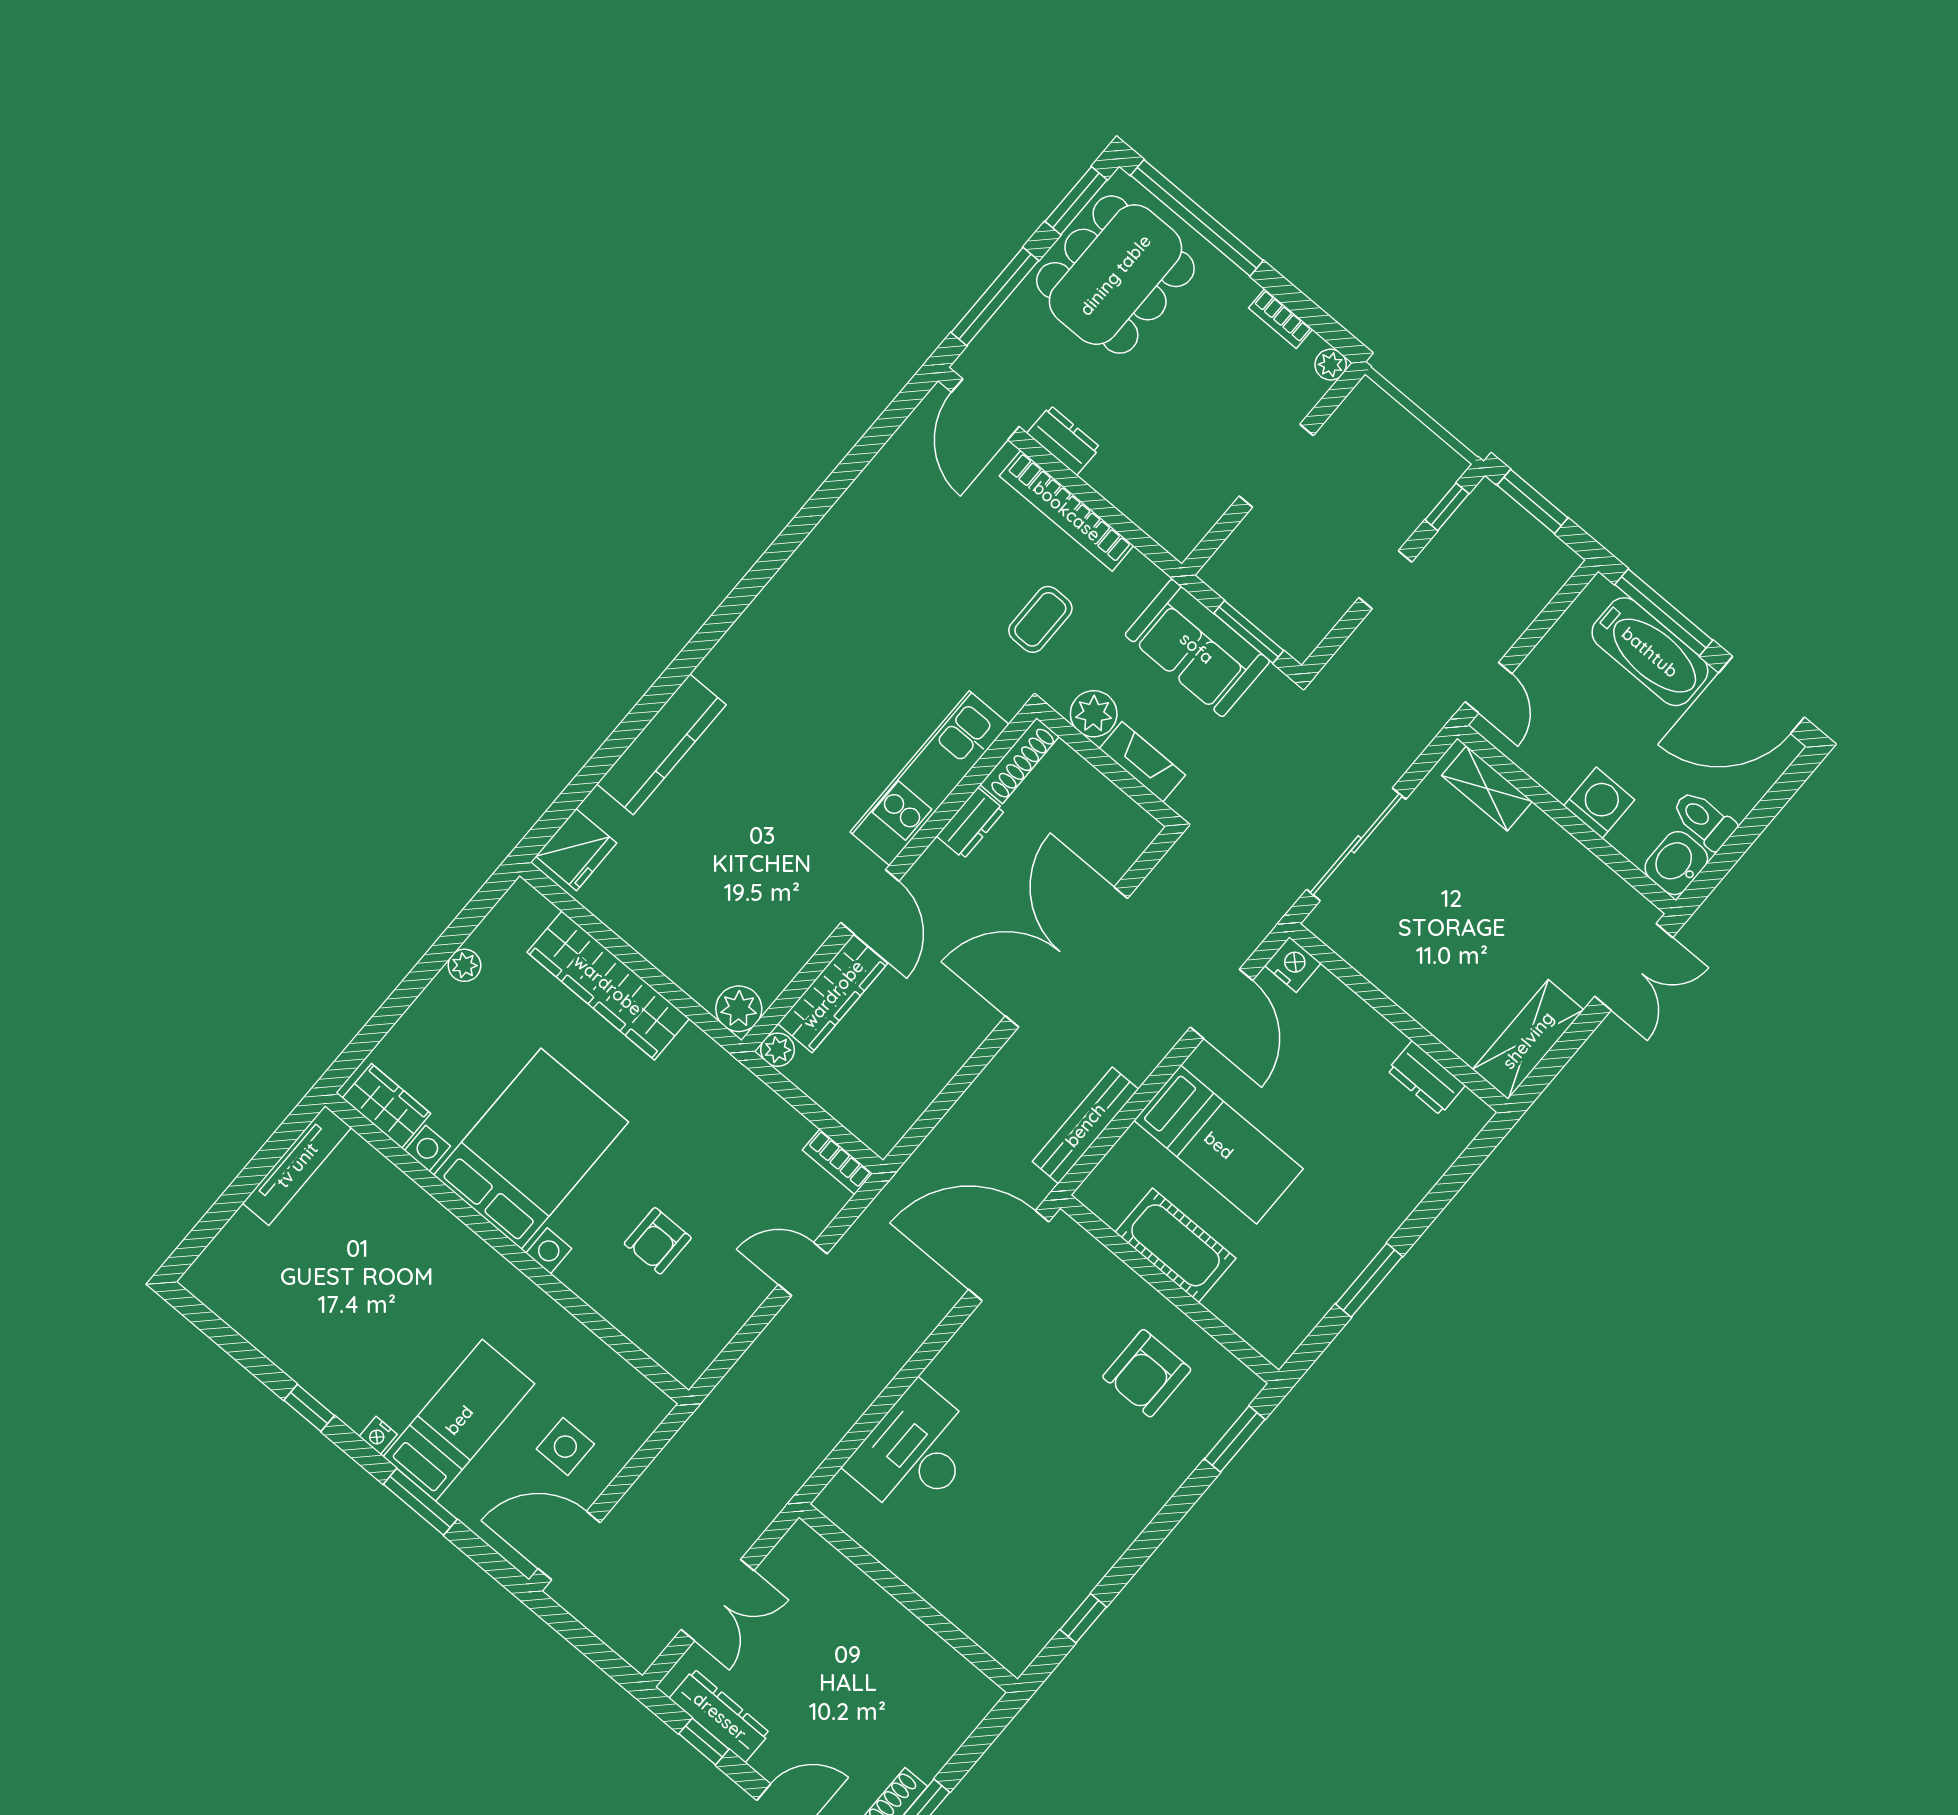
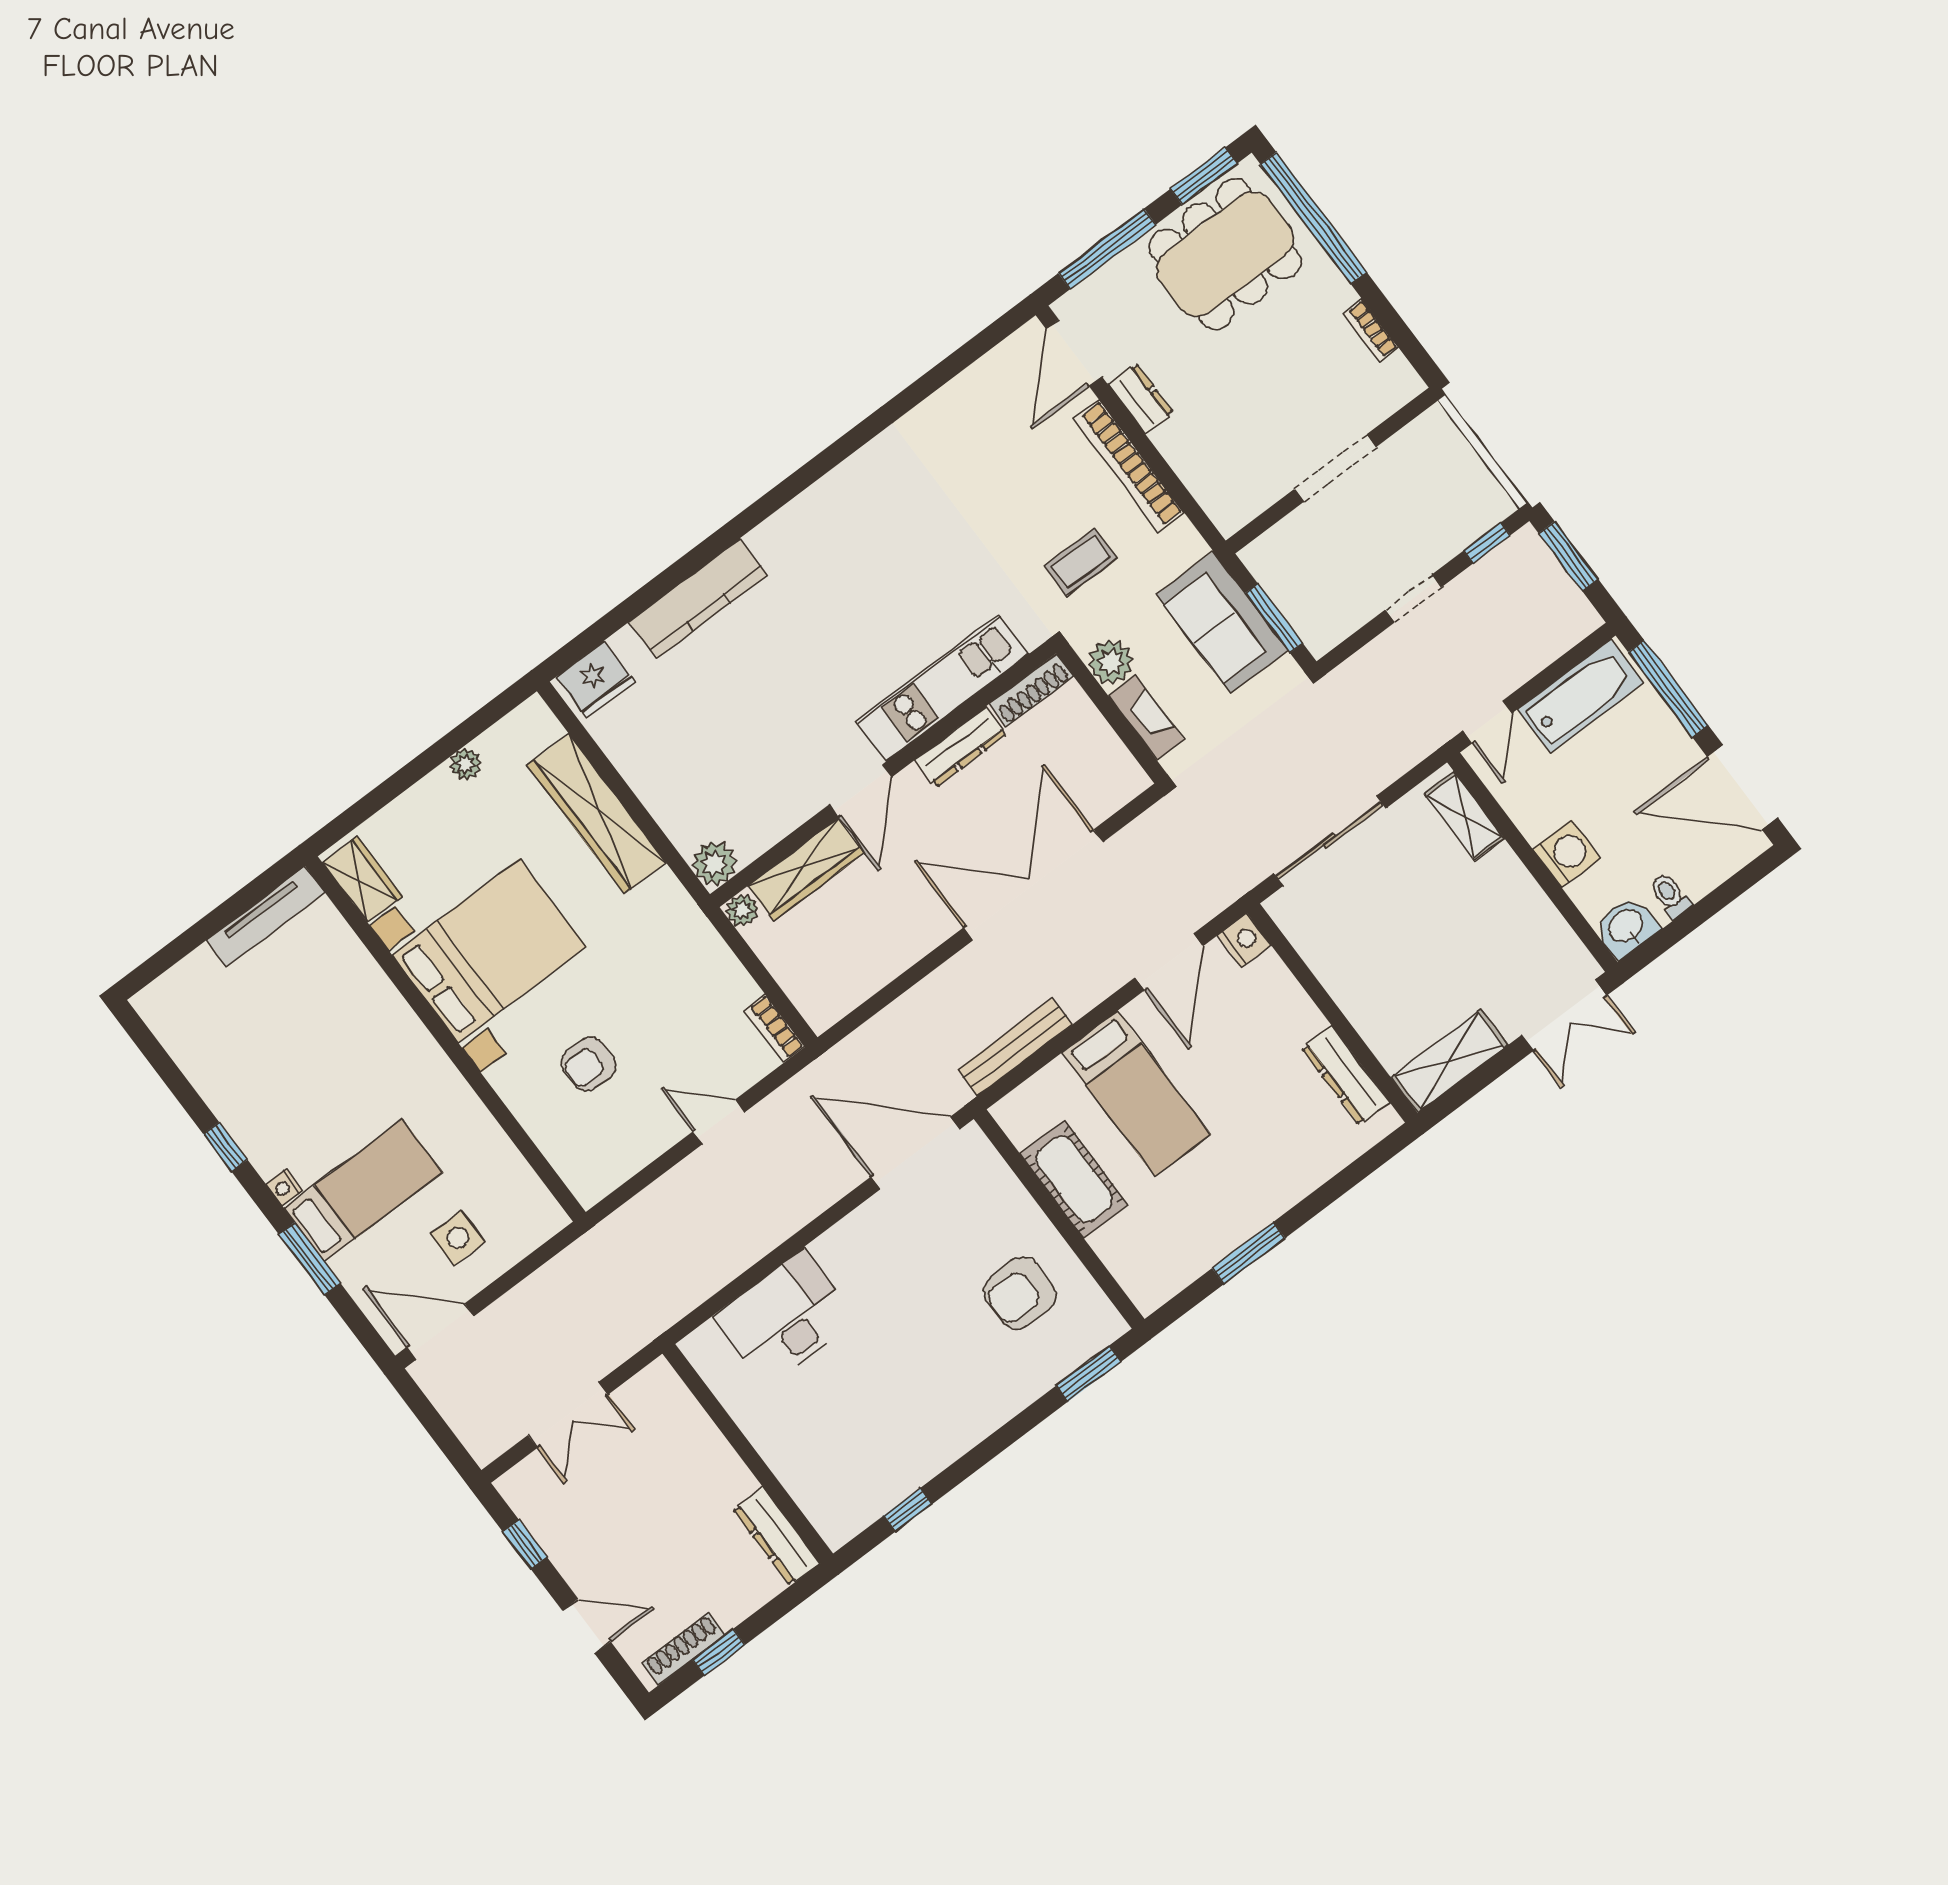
plant: (1331, 365) -> (1408, 385), removed
bathtub: (1650, 652) -> (1581, 696), moved, turned -90
toilet: (1704, 820) -> (1670, 896), width x0.73, depth x0.72
dresser: (971, 823) -> (961, 747), width x1.44
dresser: (1426, 1078) -> (1346, 1075), width x1.44
dresser: (720, 1716) -> (776, 1536), moved, turned 180

